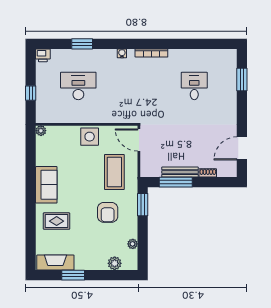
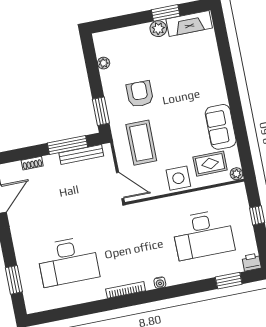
window: (82, 44) -> (229, 281), moved
desk: (78, 86) -> (203, 235), width x1.36, depth x1.30
desk: (194, 86) -> (68, 261), width x1.87, depth x1.30
bench: (180, 172) -> (81, 155), moved
sofa: (46, 185) -> (221, 127), moved
rug: (57, 221) -> (210, 164), moved
plant: (115, 263) -> (158, 29), moved

